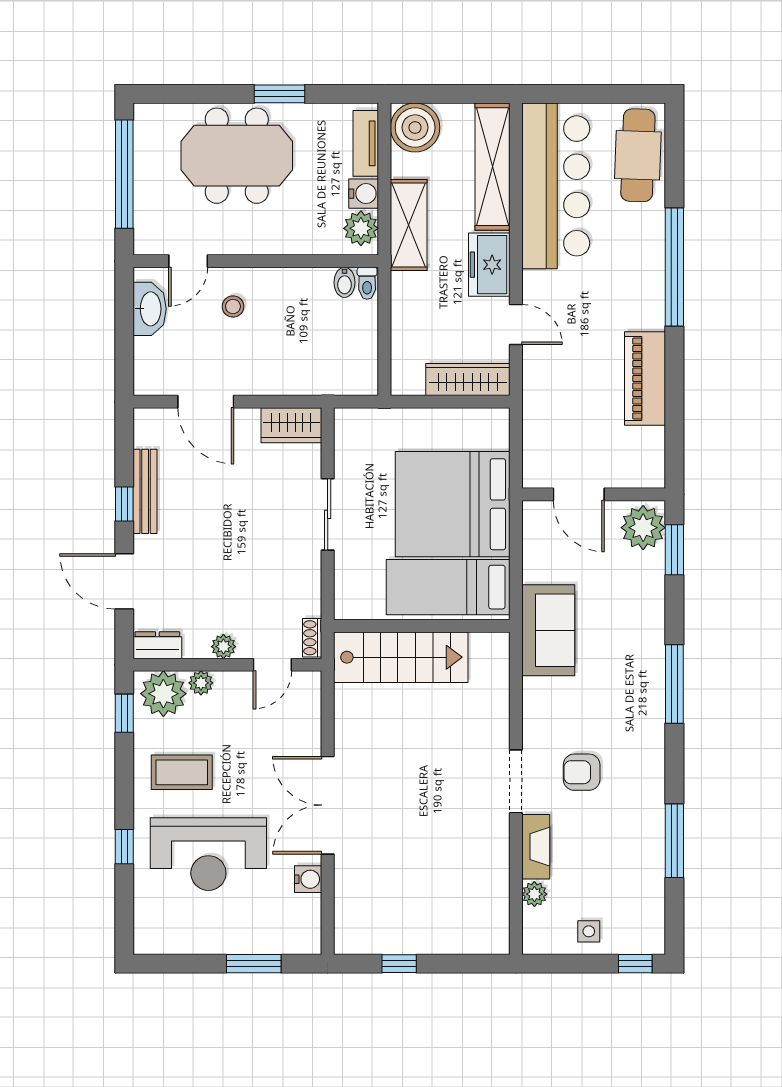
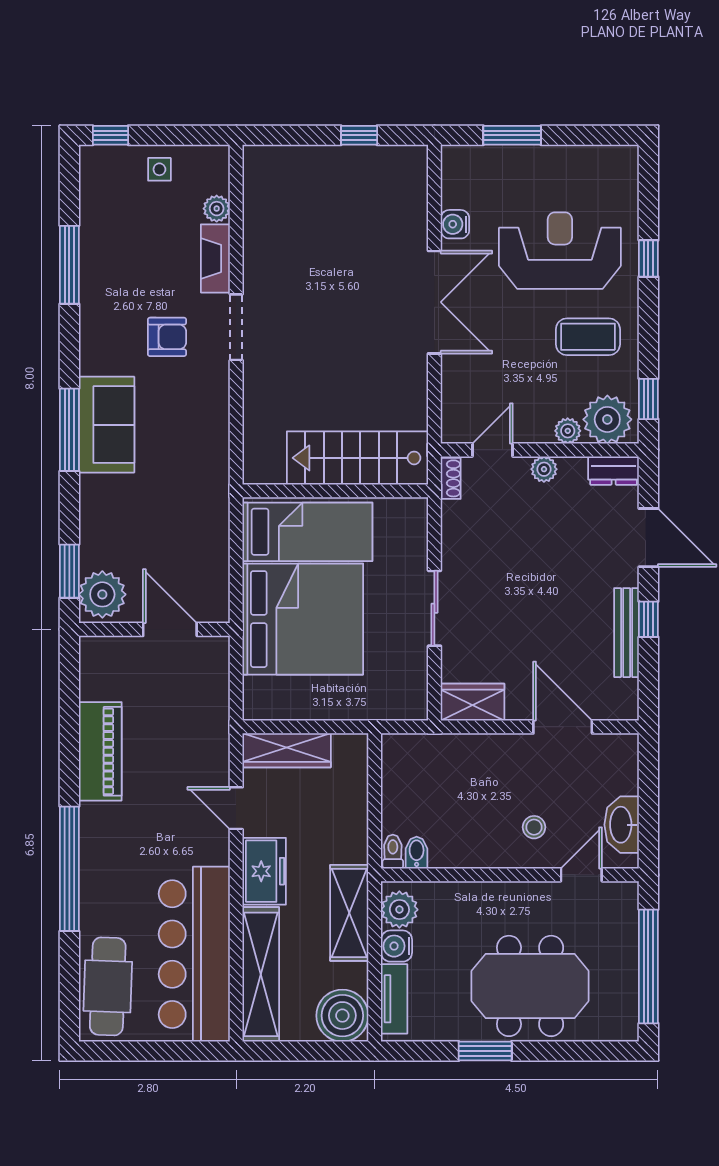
sofa: (548, 630) -> (107, 425), moved, turned 180

